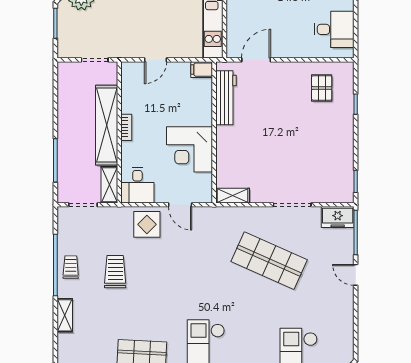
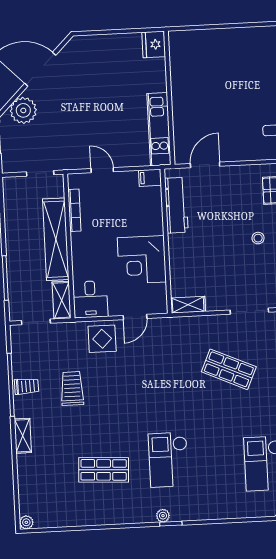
door: (155, 60) -> (102, 170), swing flipped
bookcase: (126, 127) -> (74, 210), moved, width x1.56
stool: (304, 134) -> (258, 238), added
door: (180, 205) -> (135, 317), hinge flipped
shop shelf: (269, 261) -> (229, 369), width x0.70, depth x0.74
trolley: (71, 267) -> (26, 386), turned 88

